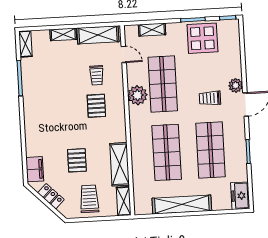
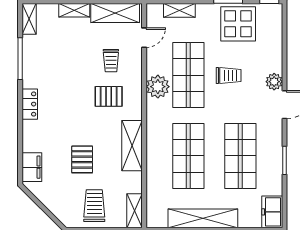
door: (124, 54) -> (144, 38), hinge flipped
trolley: (210, 98) -> (229, 75), moved, turned 180
pallet: (96, 106) -> (109, 96), turned 90
shelving: (120, 164) -> (132, 146), moved
locker: (51, 196) -> (30, 104), moved, turned 45

